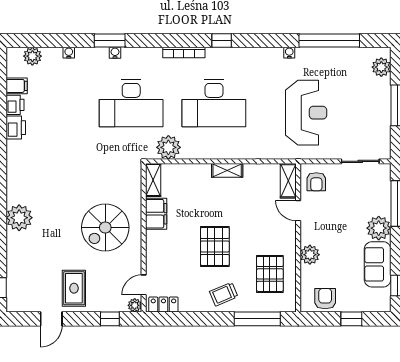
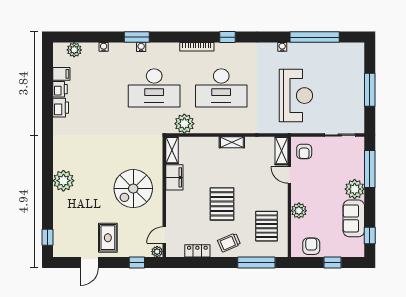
plant: (381, 67) -> (357, 59), removed
locker: (163, 305) -> (197, 251), moved

